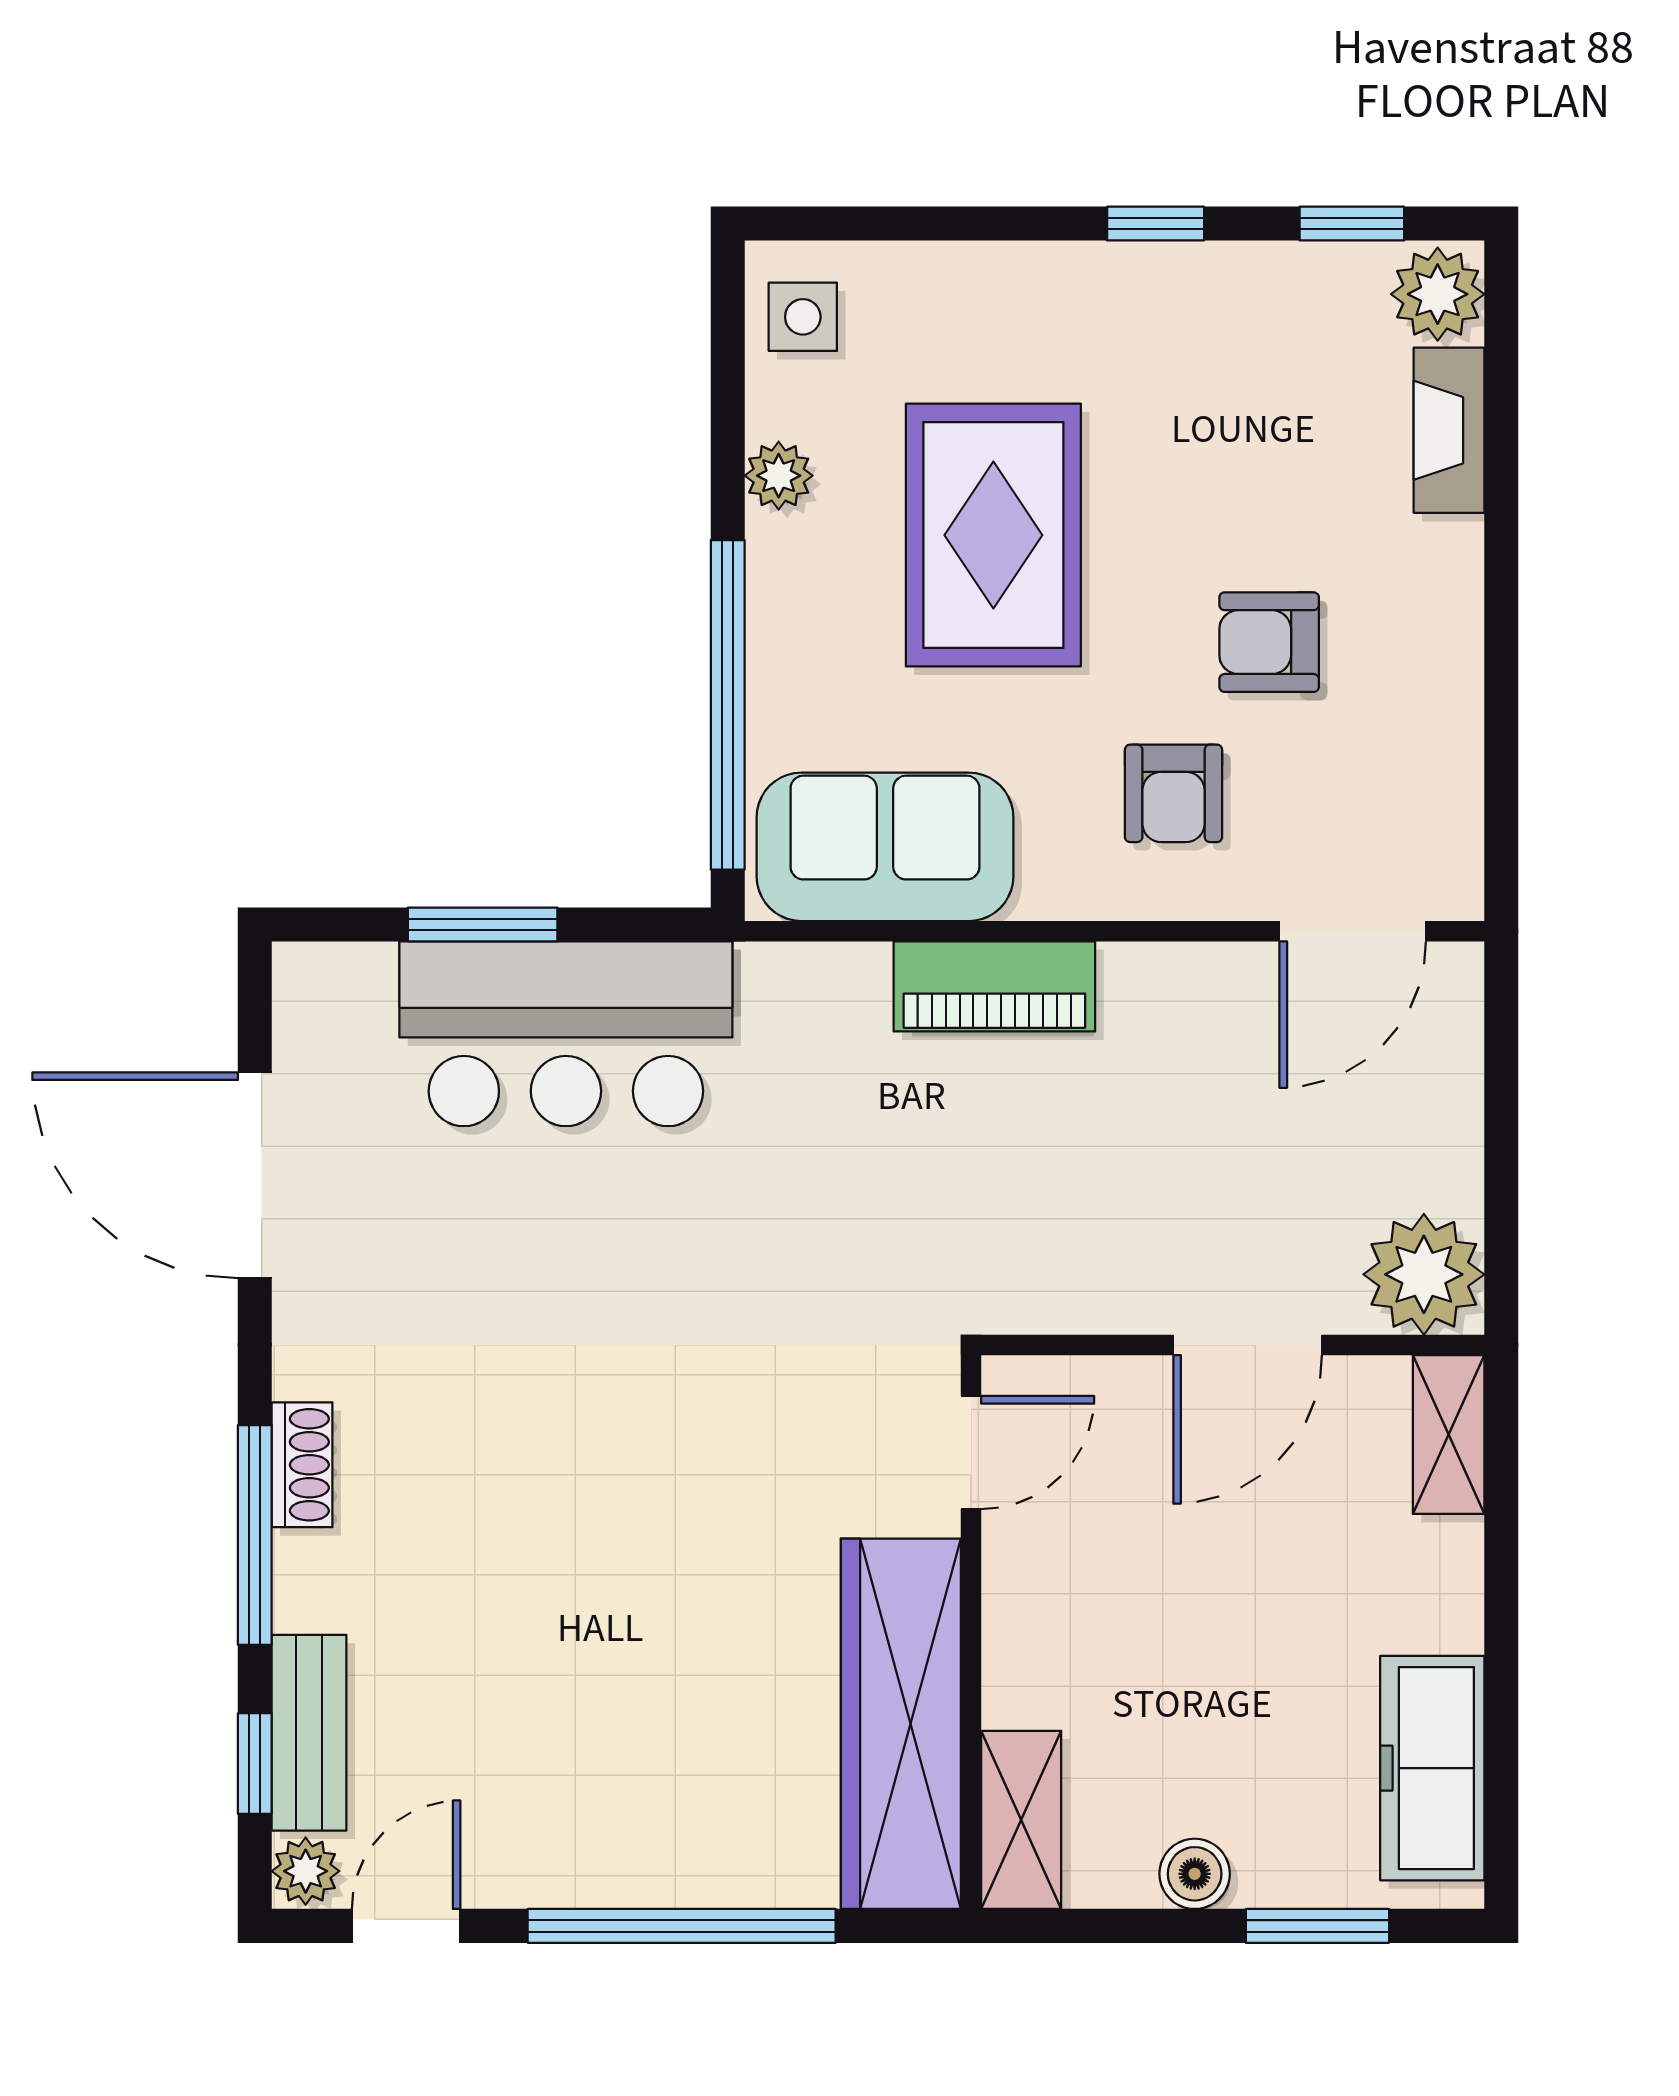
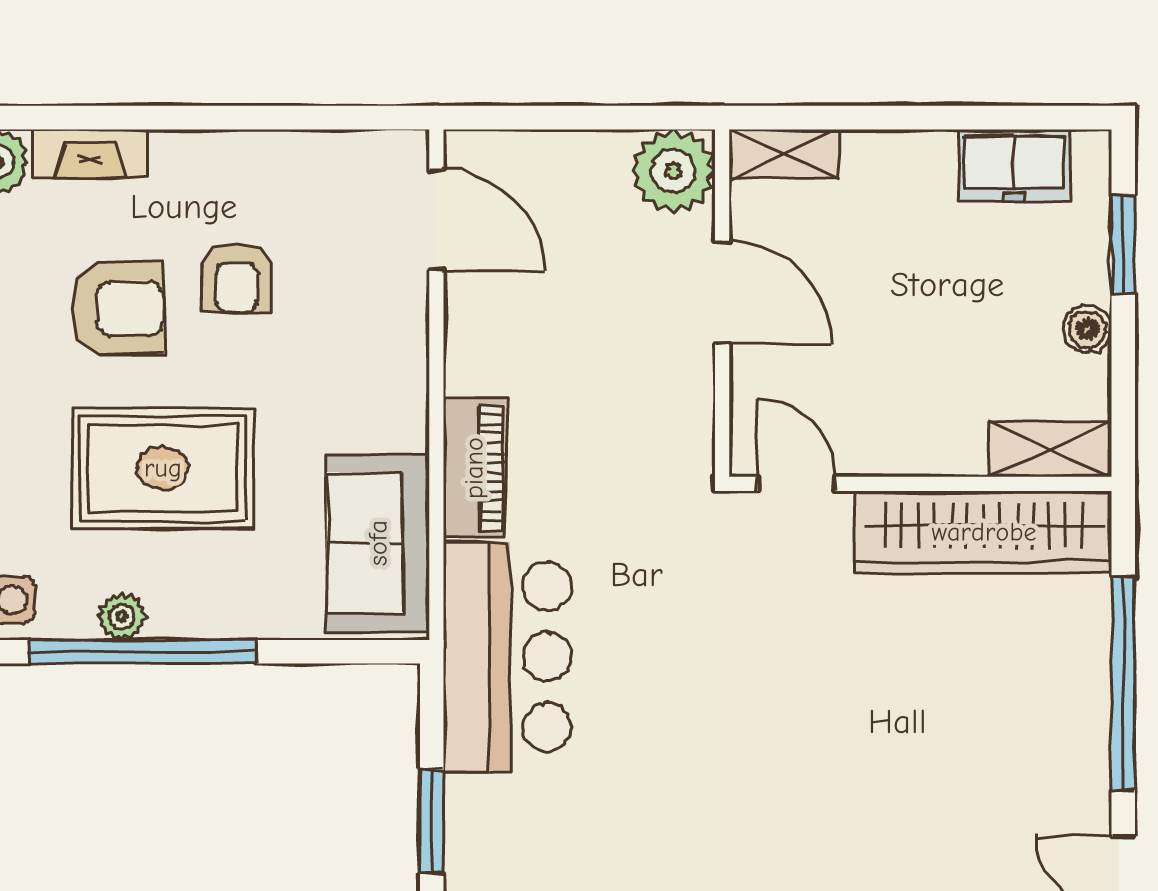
window: (728, 705) -> (143, 652), moved
armchair: (1174, 793) -> (117, 308), moved, width x1.38, depth x1.38
bar counter: (566, 1034) -> (507, 657), moved
freezer: (1432, 1768) -> (1014, 165), width x0.71

